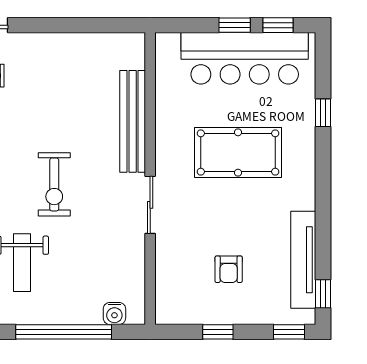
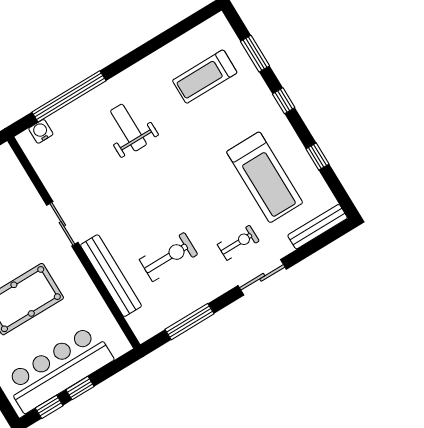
window: (81, 25) -> (189, 322), added
exercise bike: (54, 184) -> (168, 257), moved, turned 90

